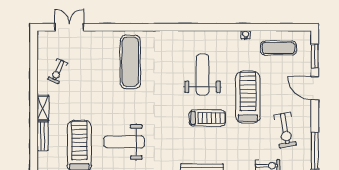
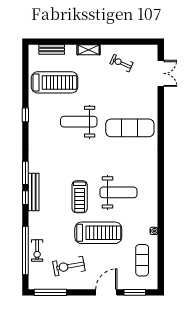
bench: (43, 136) -> (52, 50), moved
weight bench: (124, 142) -> (79, 122), moved, turned -90

